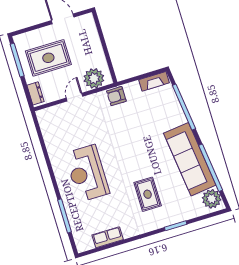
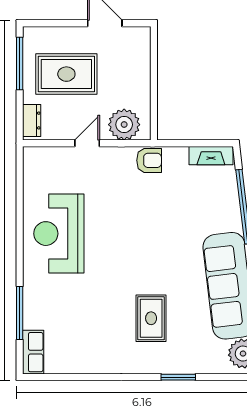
armchair: (116, 96) -> (149, 160), turned 180
reception desk: (87, 173) -> (59, 234), moved
row of seats: (108, 237) -> (33, 352), moved, turned 90

